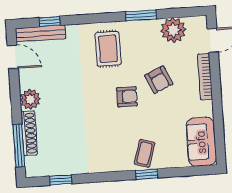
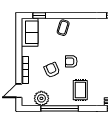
window: (141, 15) -> (60, 108), width x2.11
window: (147, 174) -> (39, 15), moved

